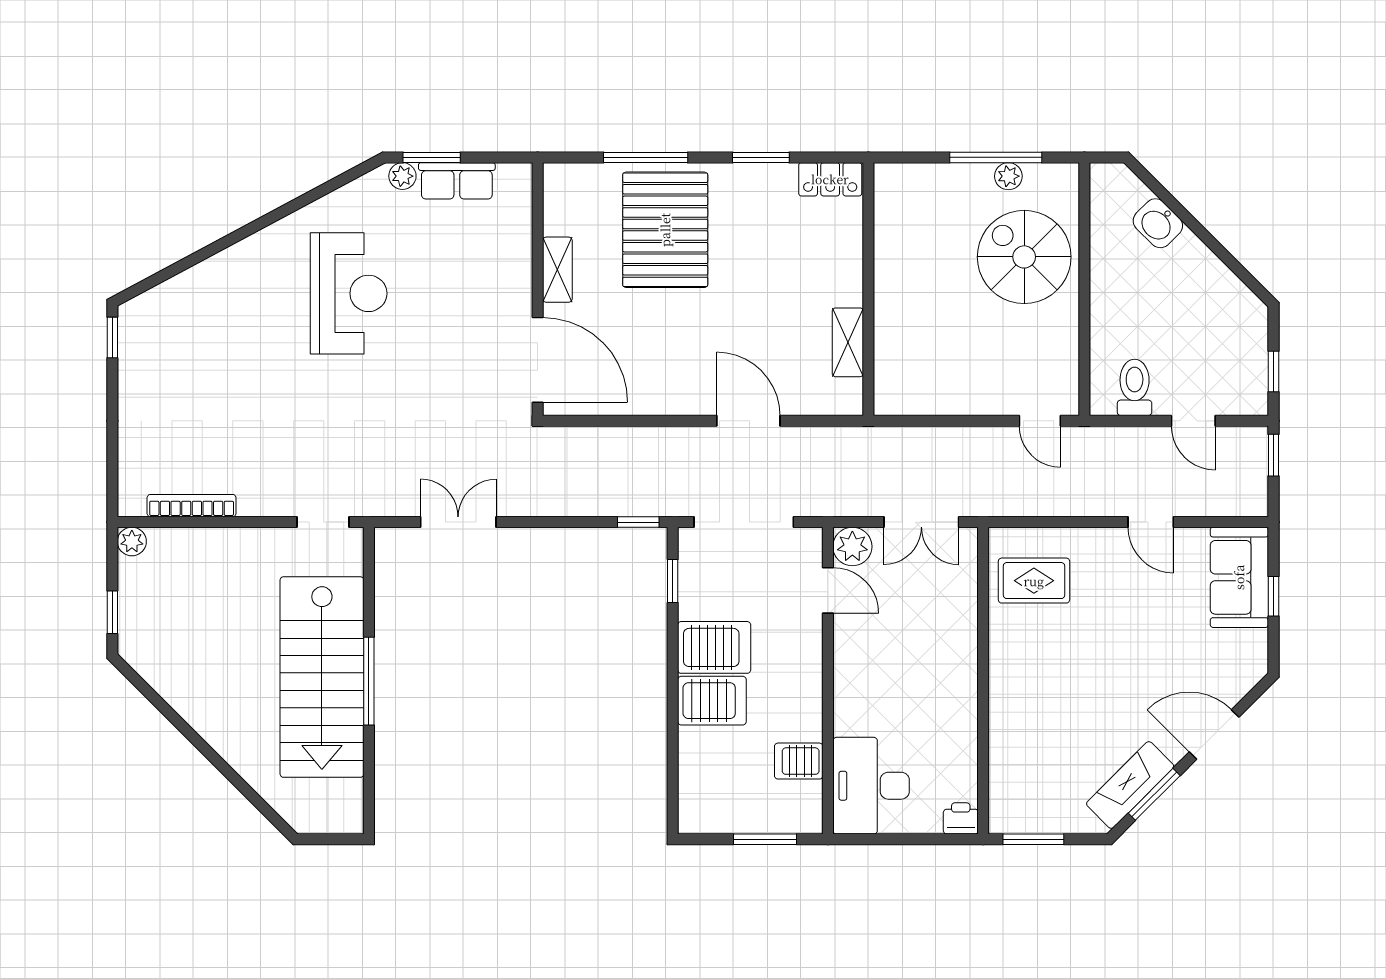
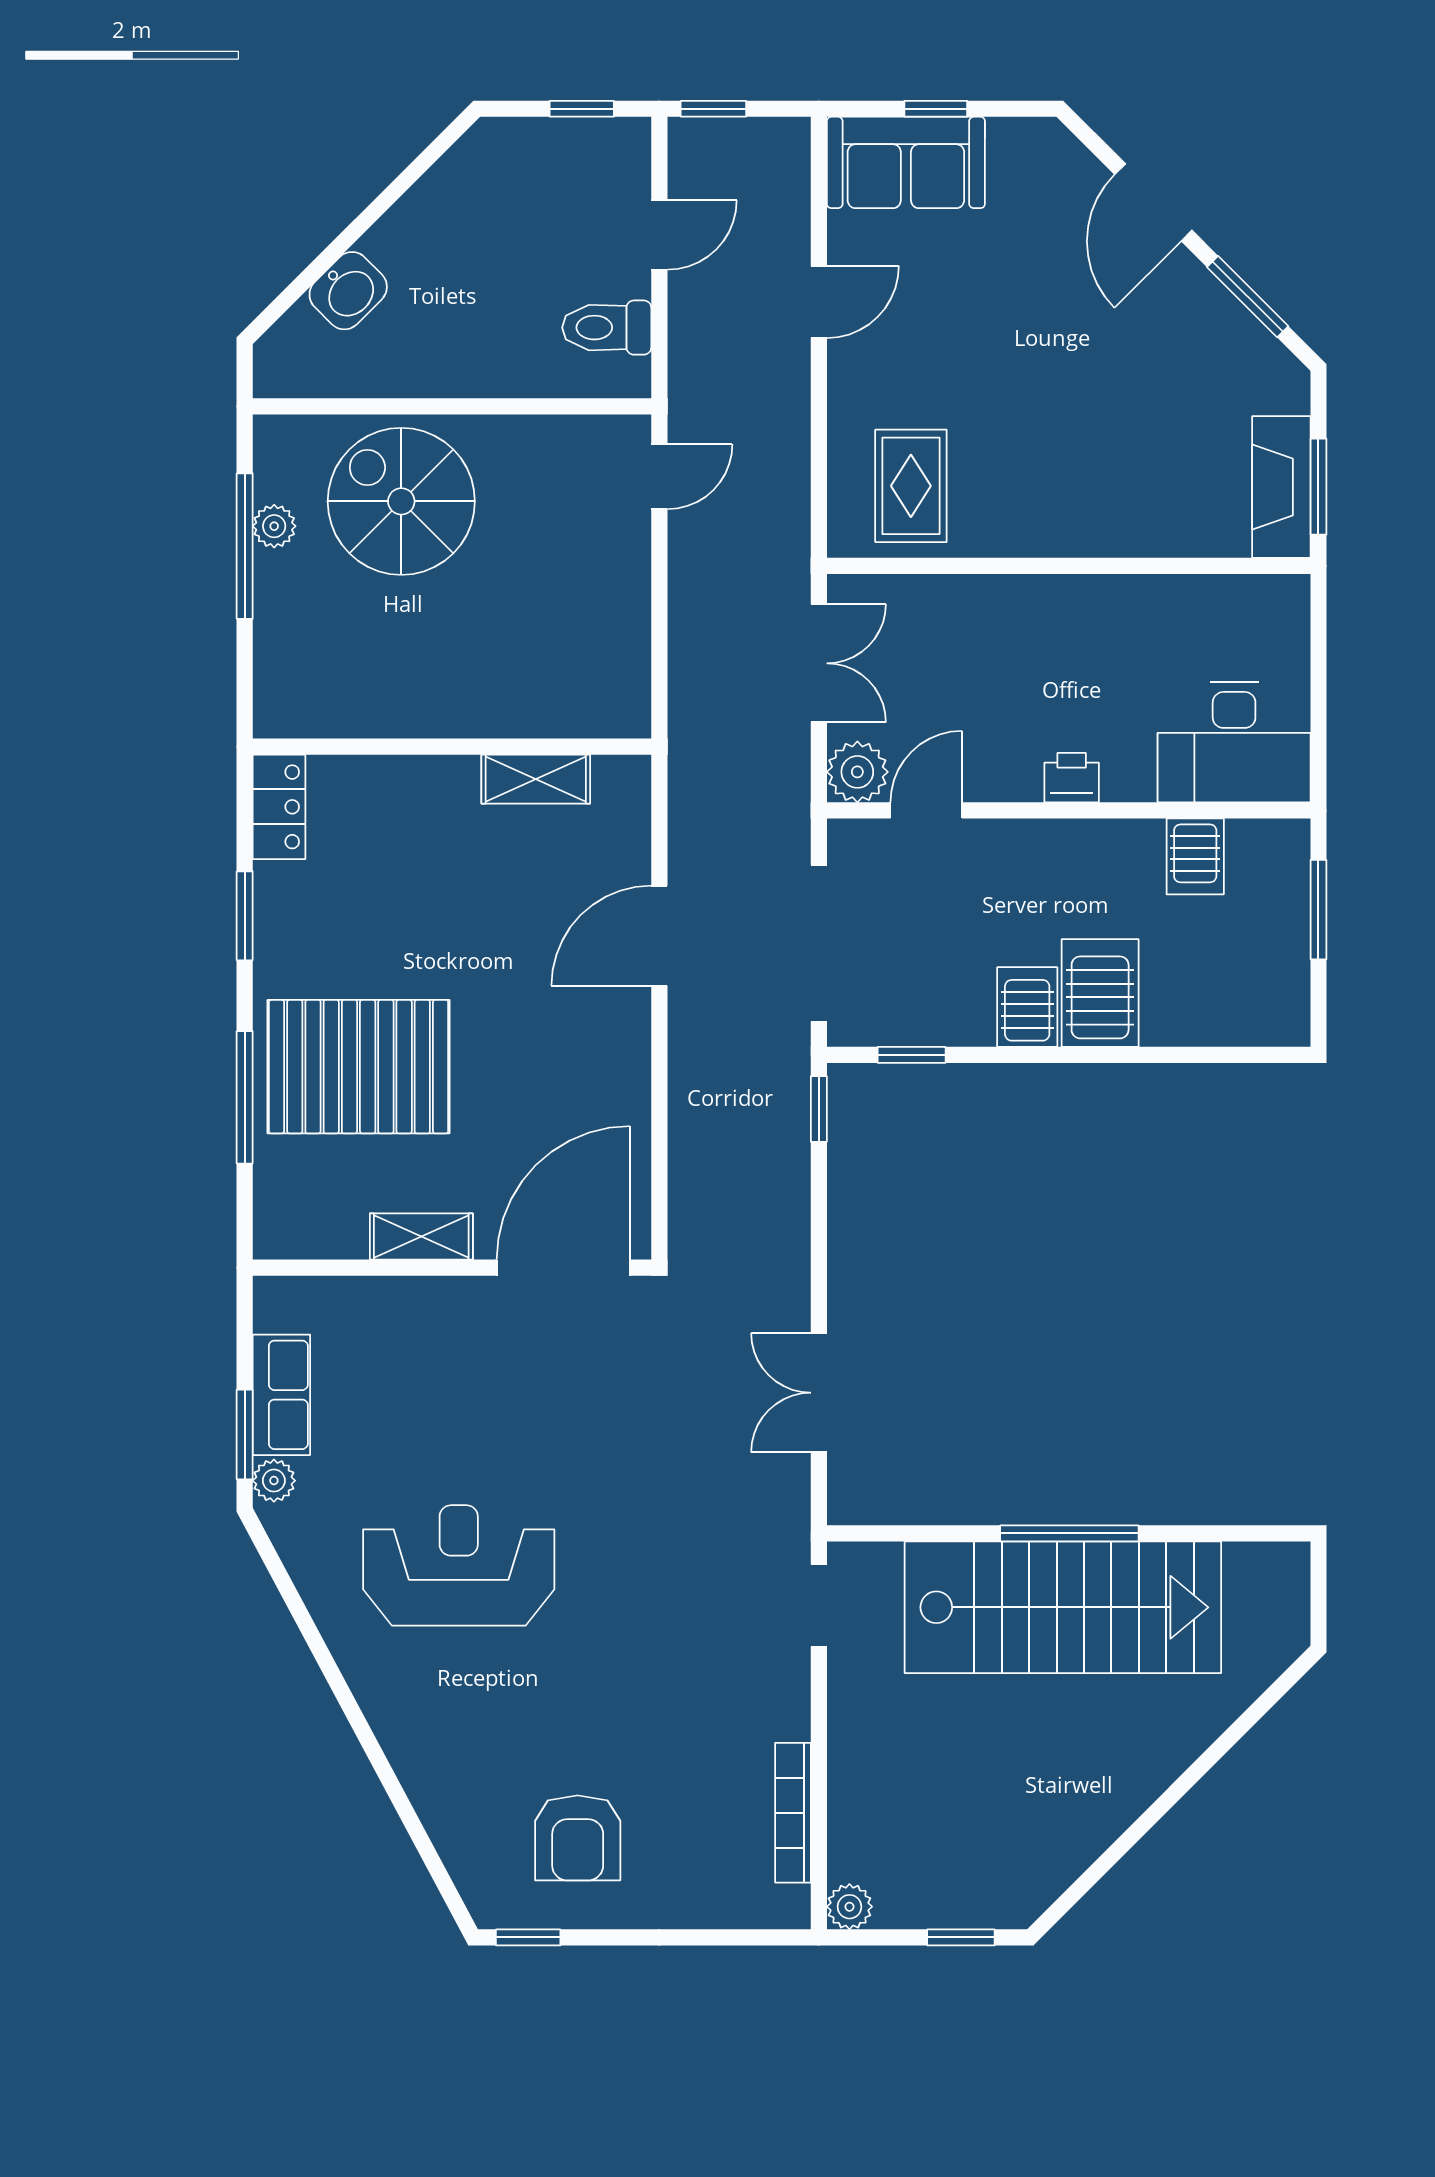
spiral stairs: (1024, 257) -> (401, 501), turned 90
armchair: (176, 369) -> (578, 1838), added
server rack: (714, 647) -> (1027, 1007), width x0.73, depth x0.70
fireplace: (1130, 785) -> (1281, 487), moved, turned 45
printer: (961, 818) -> (1072, 778), moved, turned 90

